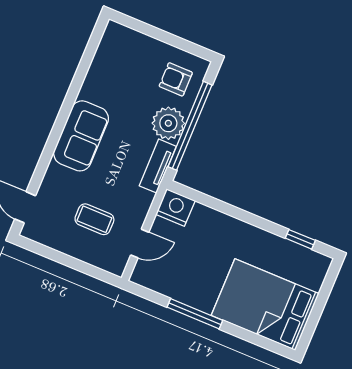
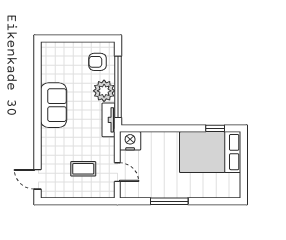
sofa: (81, 136) -> (54, 105), moved
door: (140, 244) -> (117, 172), hinge flipped
bed: (265, 305) -> (210, 152), moved

